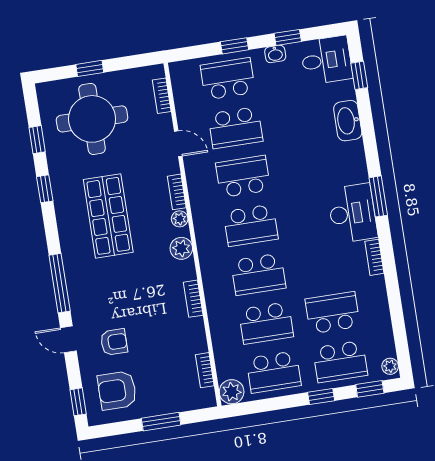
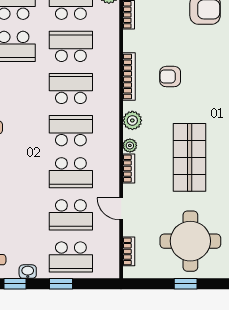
school desk: (235, 128) -> (71, 215), turned 180
bookcase: (193, 299) -> (129, 77), width x1.56
armchair: (114, 342) -> (170, 77), moved

